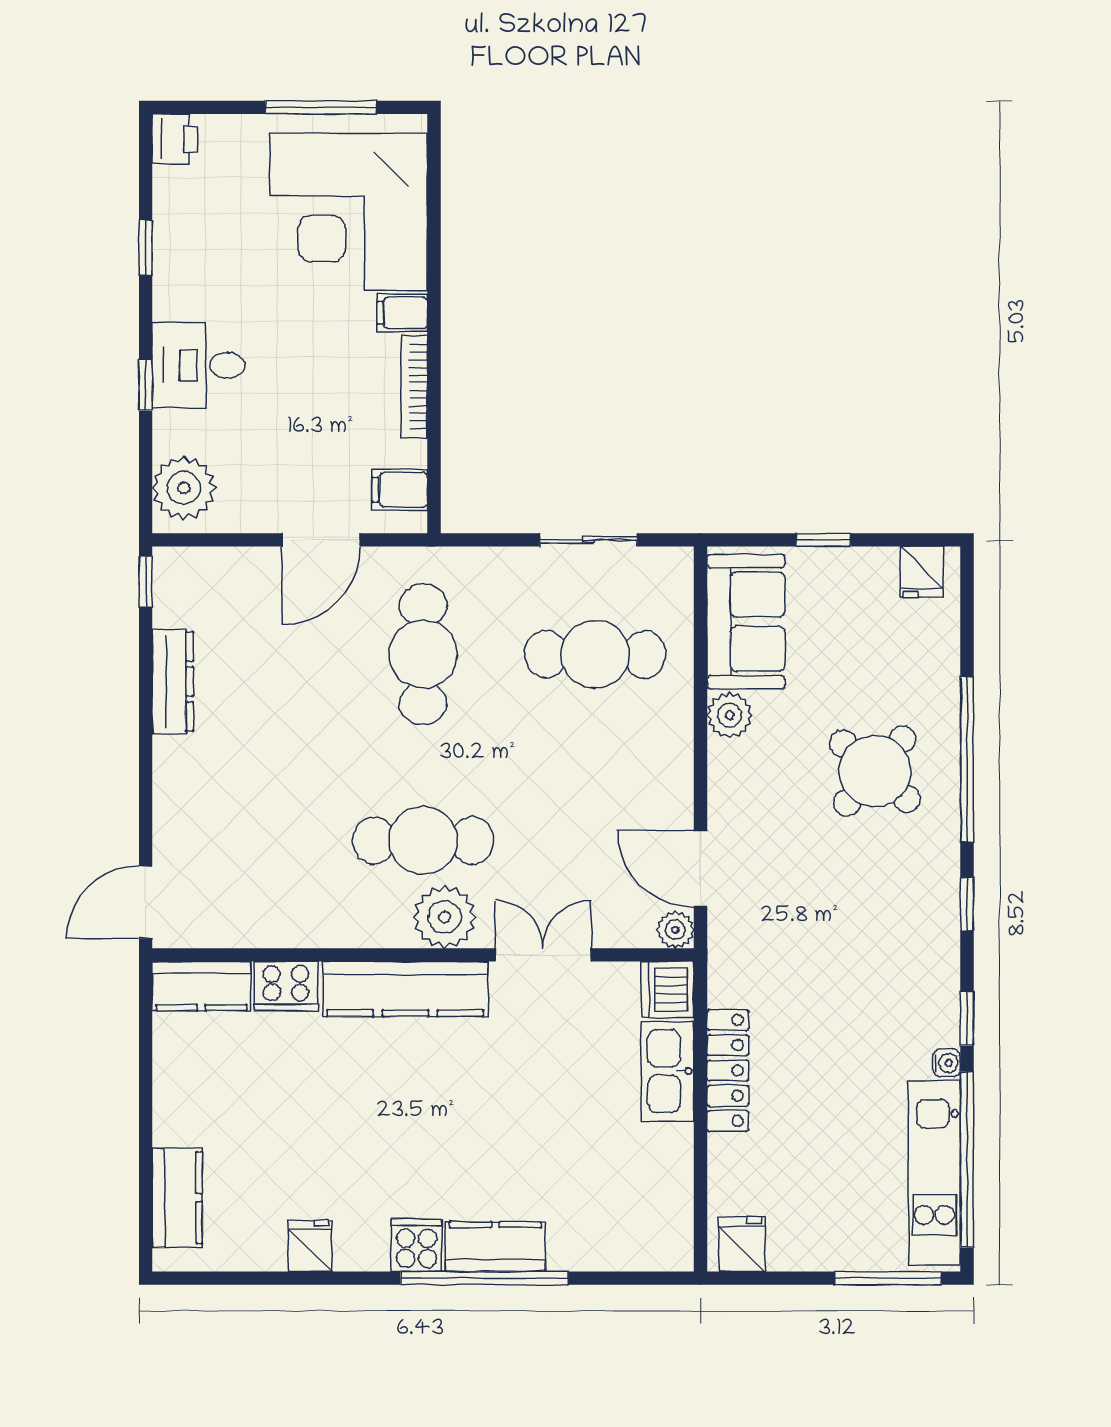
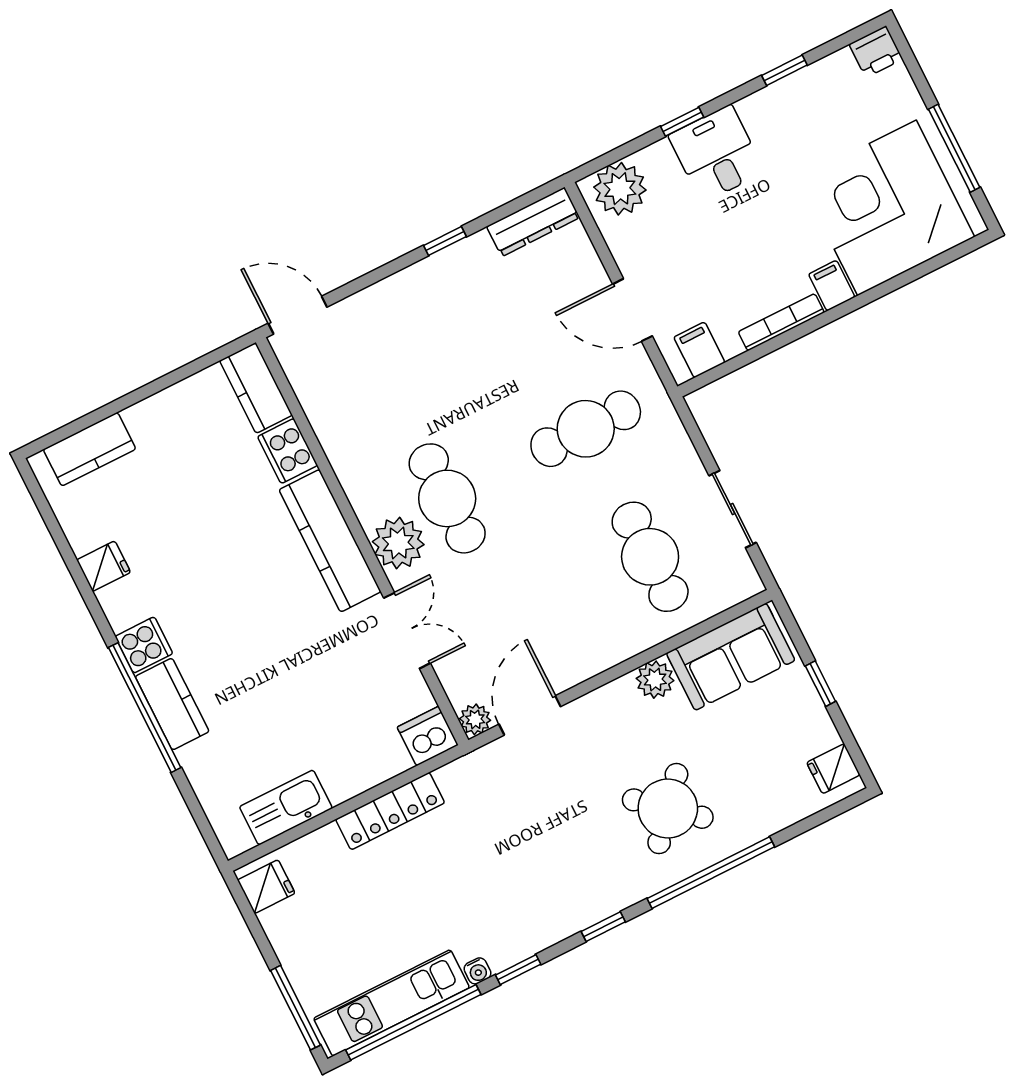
window: (146, 582) -> (445, 241), moved
dresser: (173, 681) -> (533, 222), moved
kitchen sink: (668, 1071) -> (286, 807), moved

